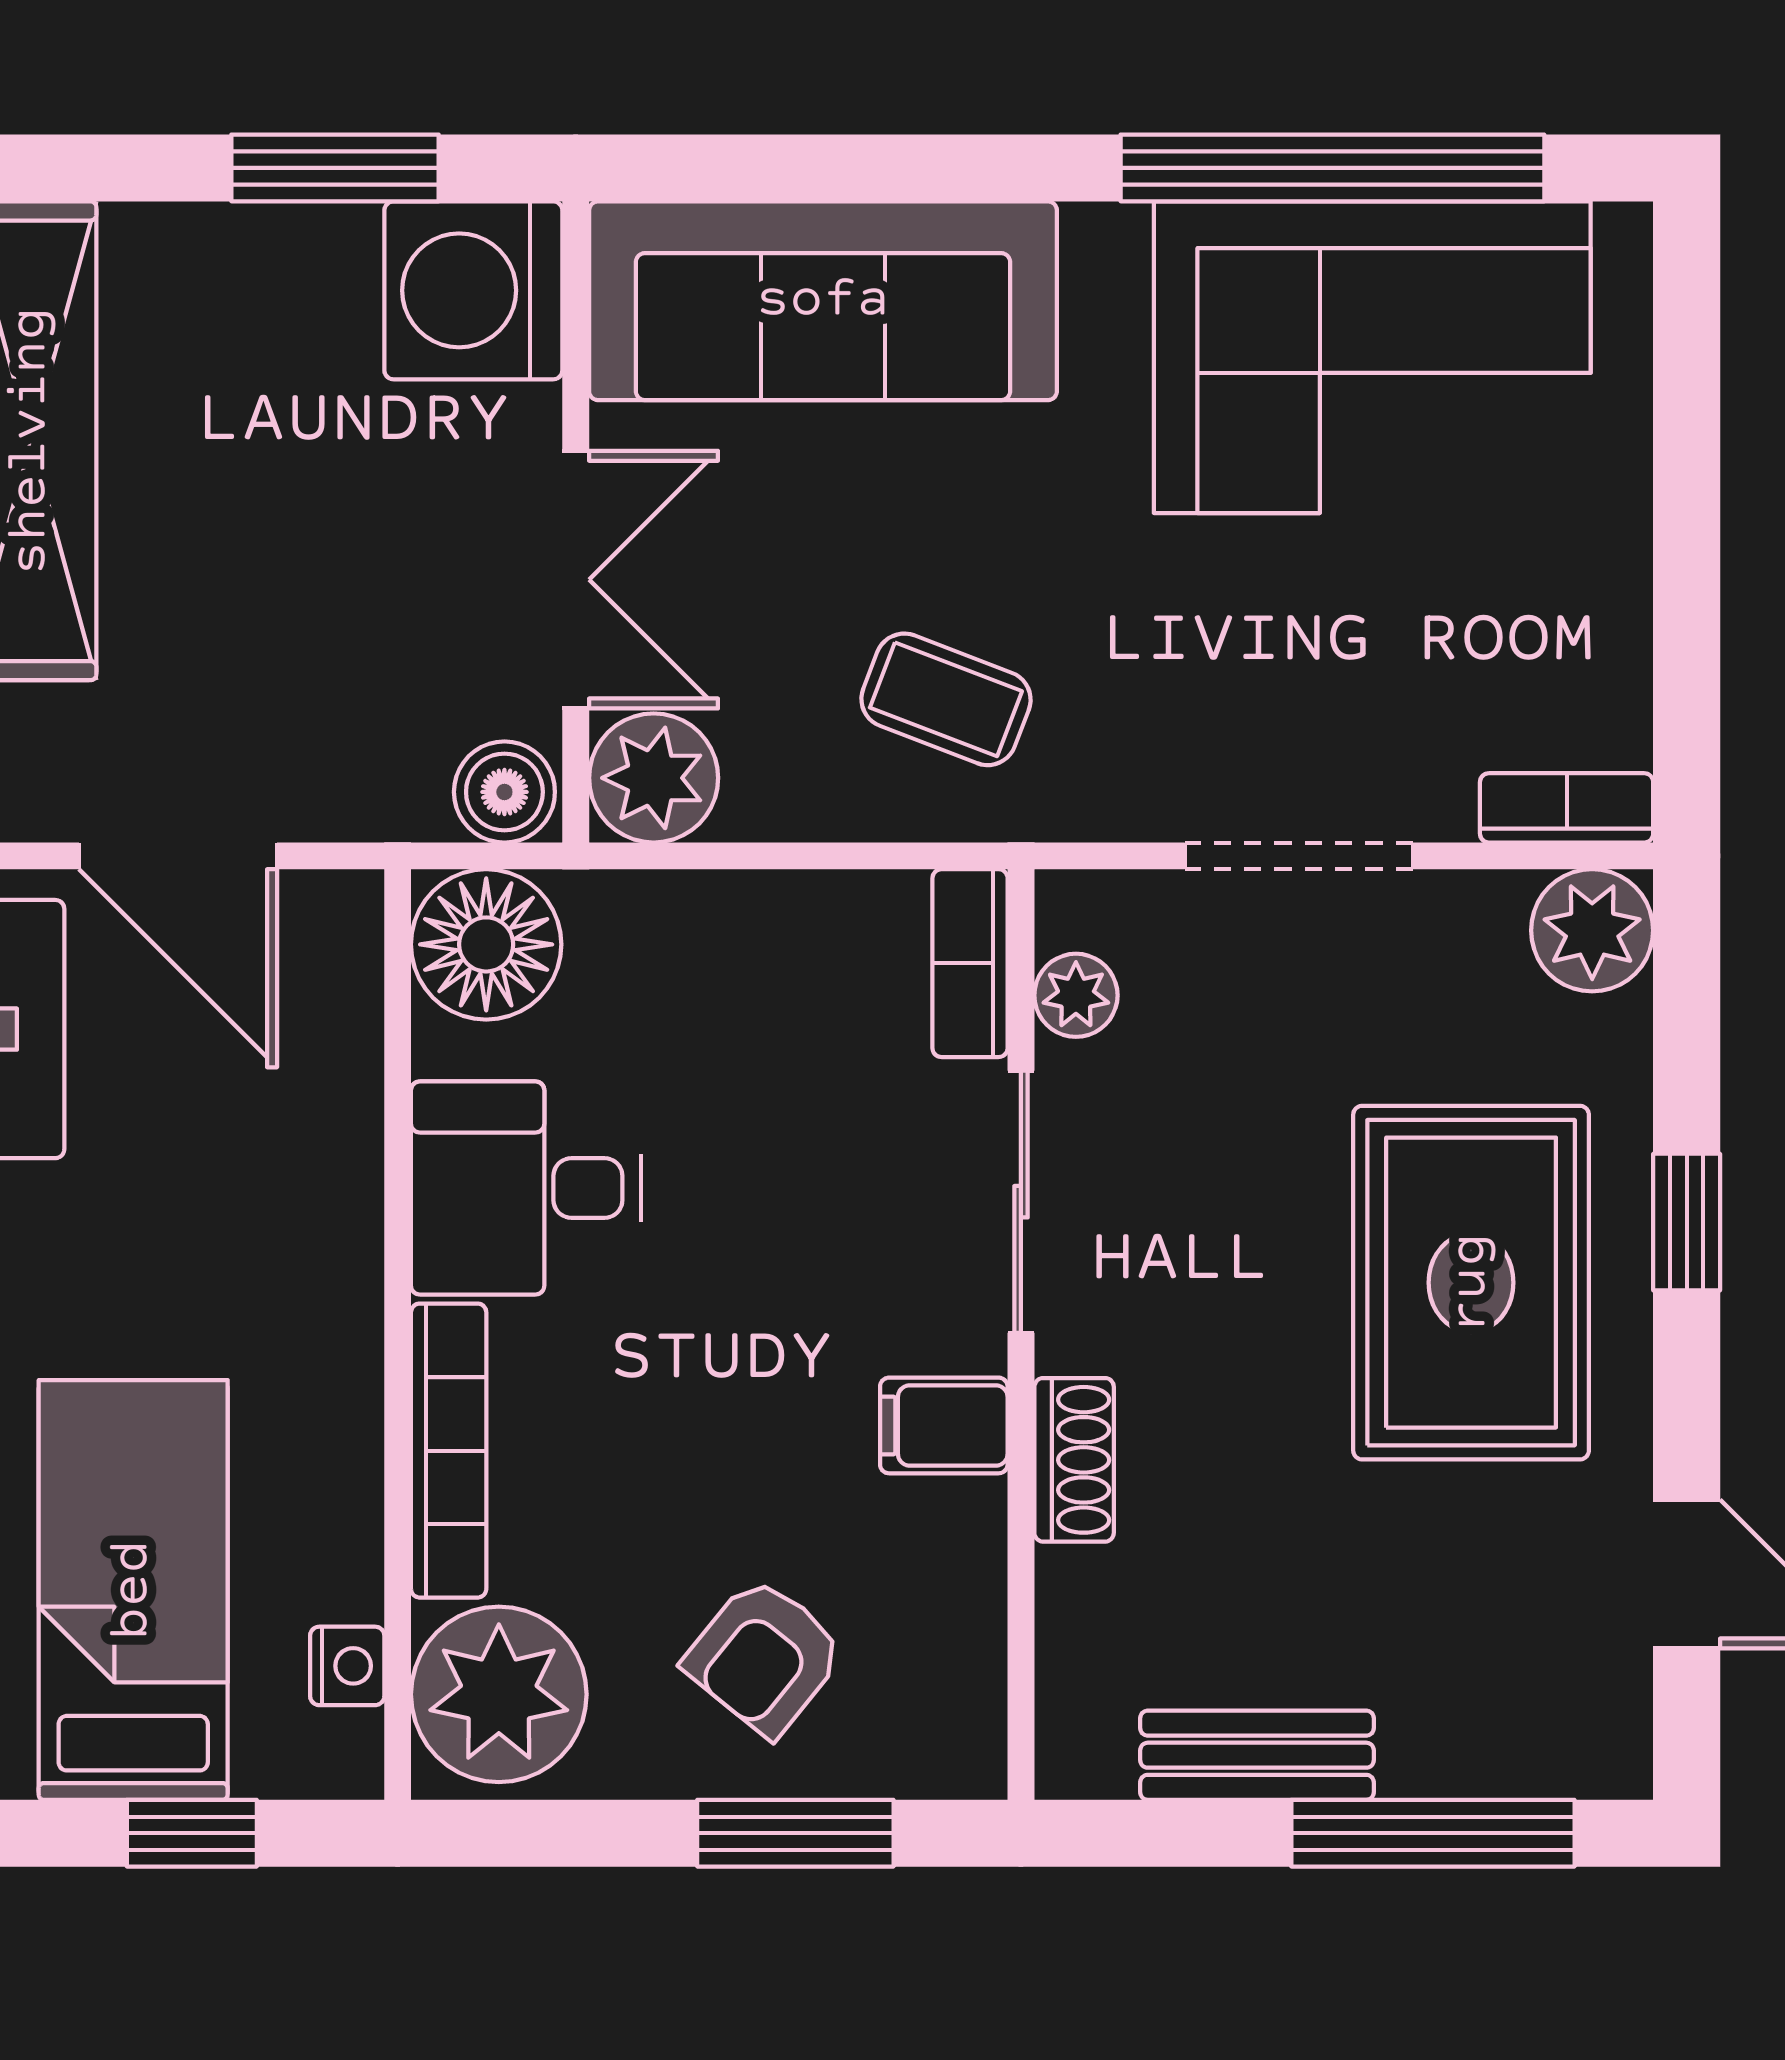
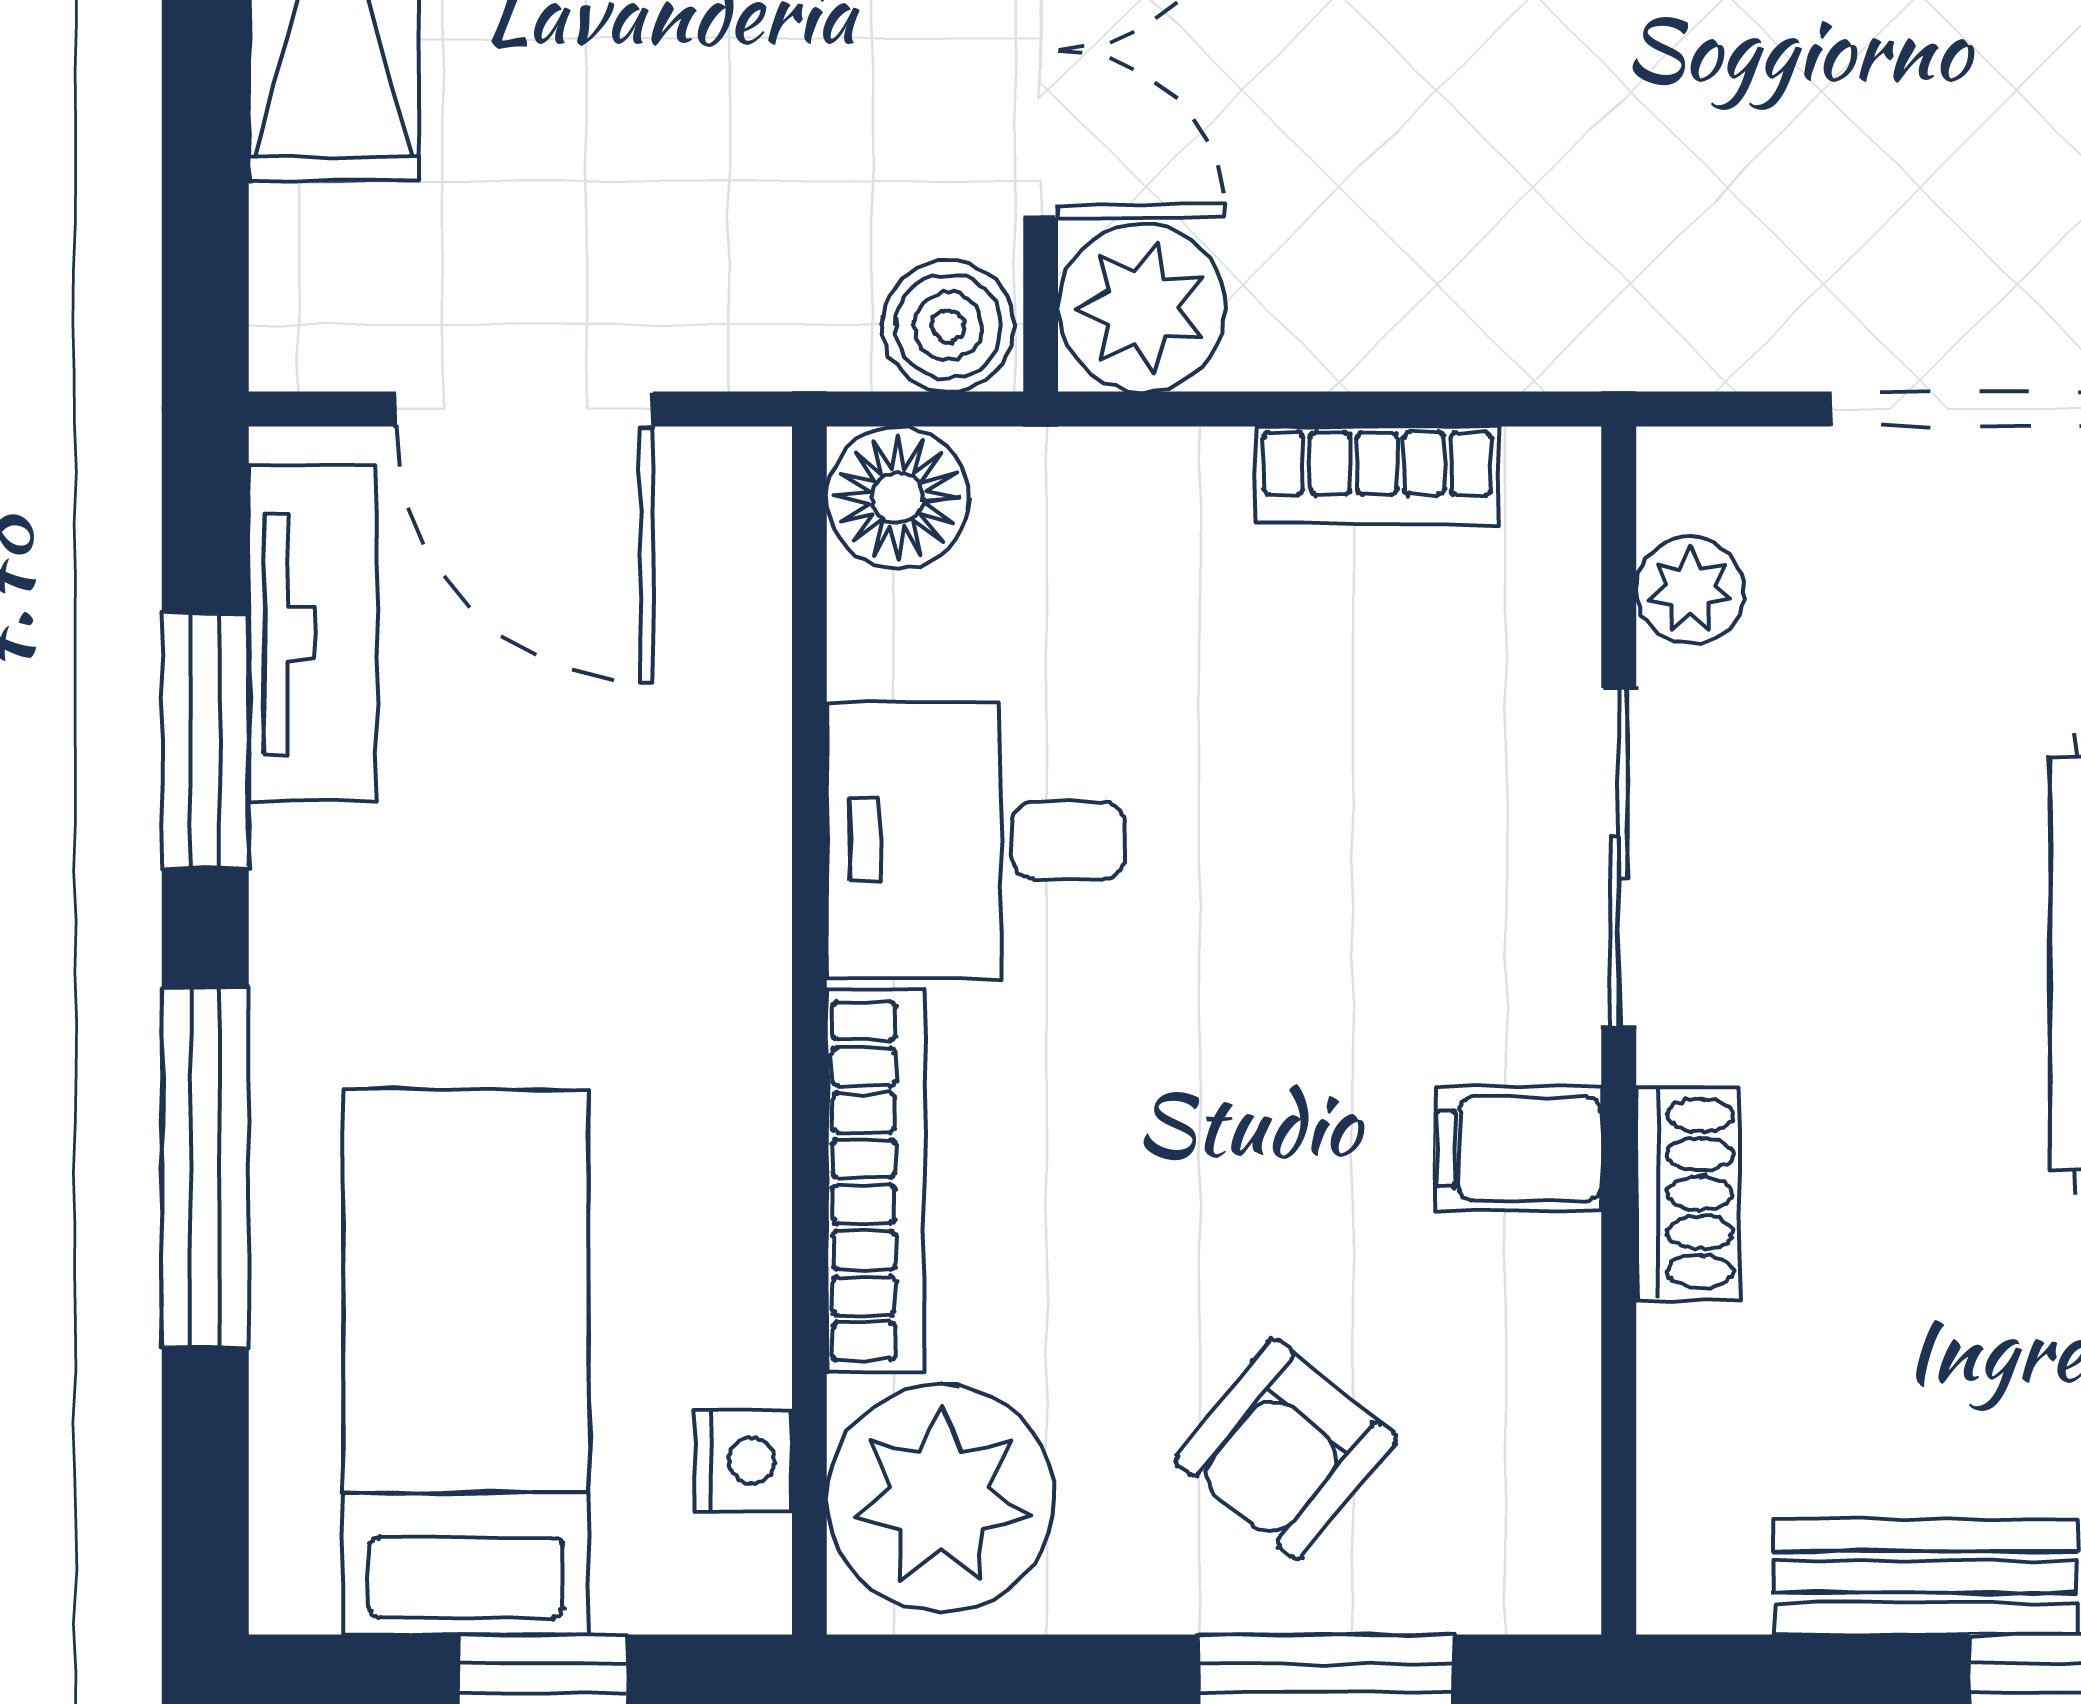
coffee table: (946, 699) -> (1521, 206), removed
floor lamp: (486, 944) -> (898, 497), width x0.73, depth x0.73
bookcase: (970, 963) -> (1377, 475), moved, turned -90

